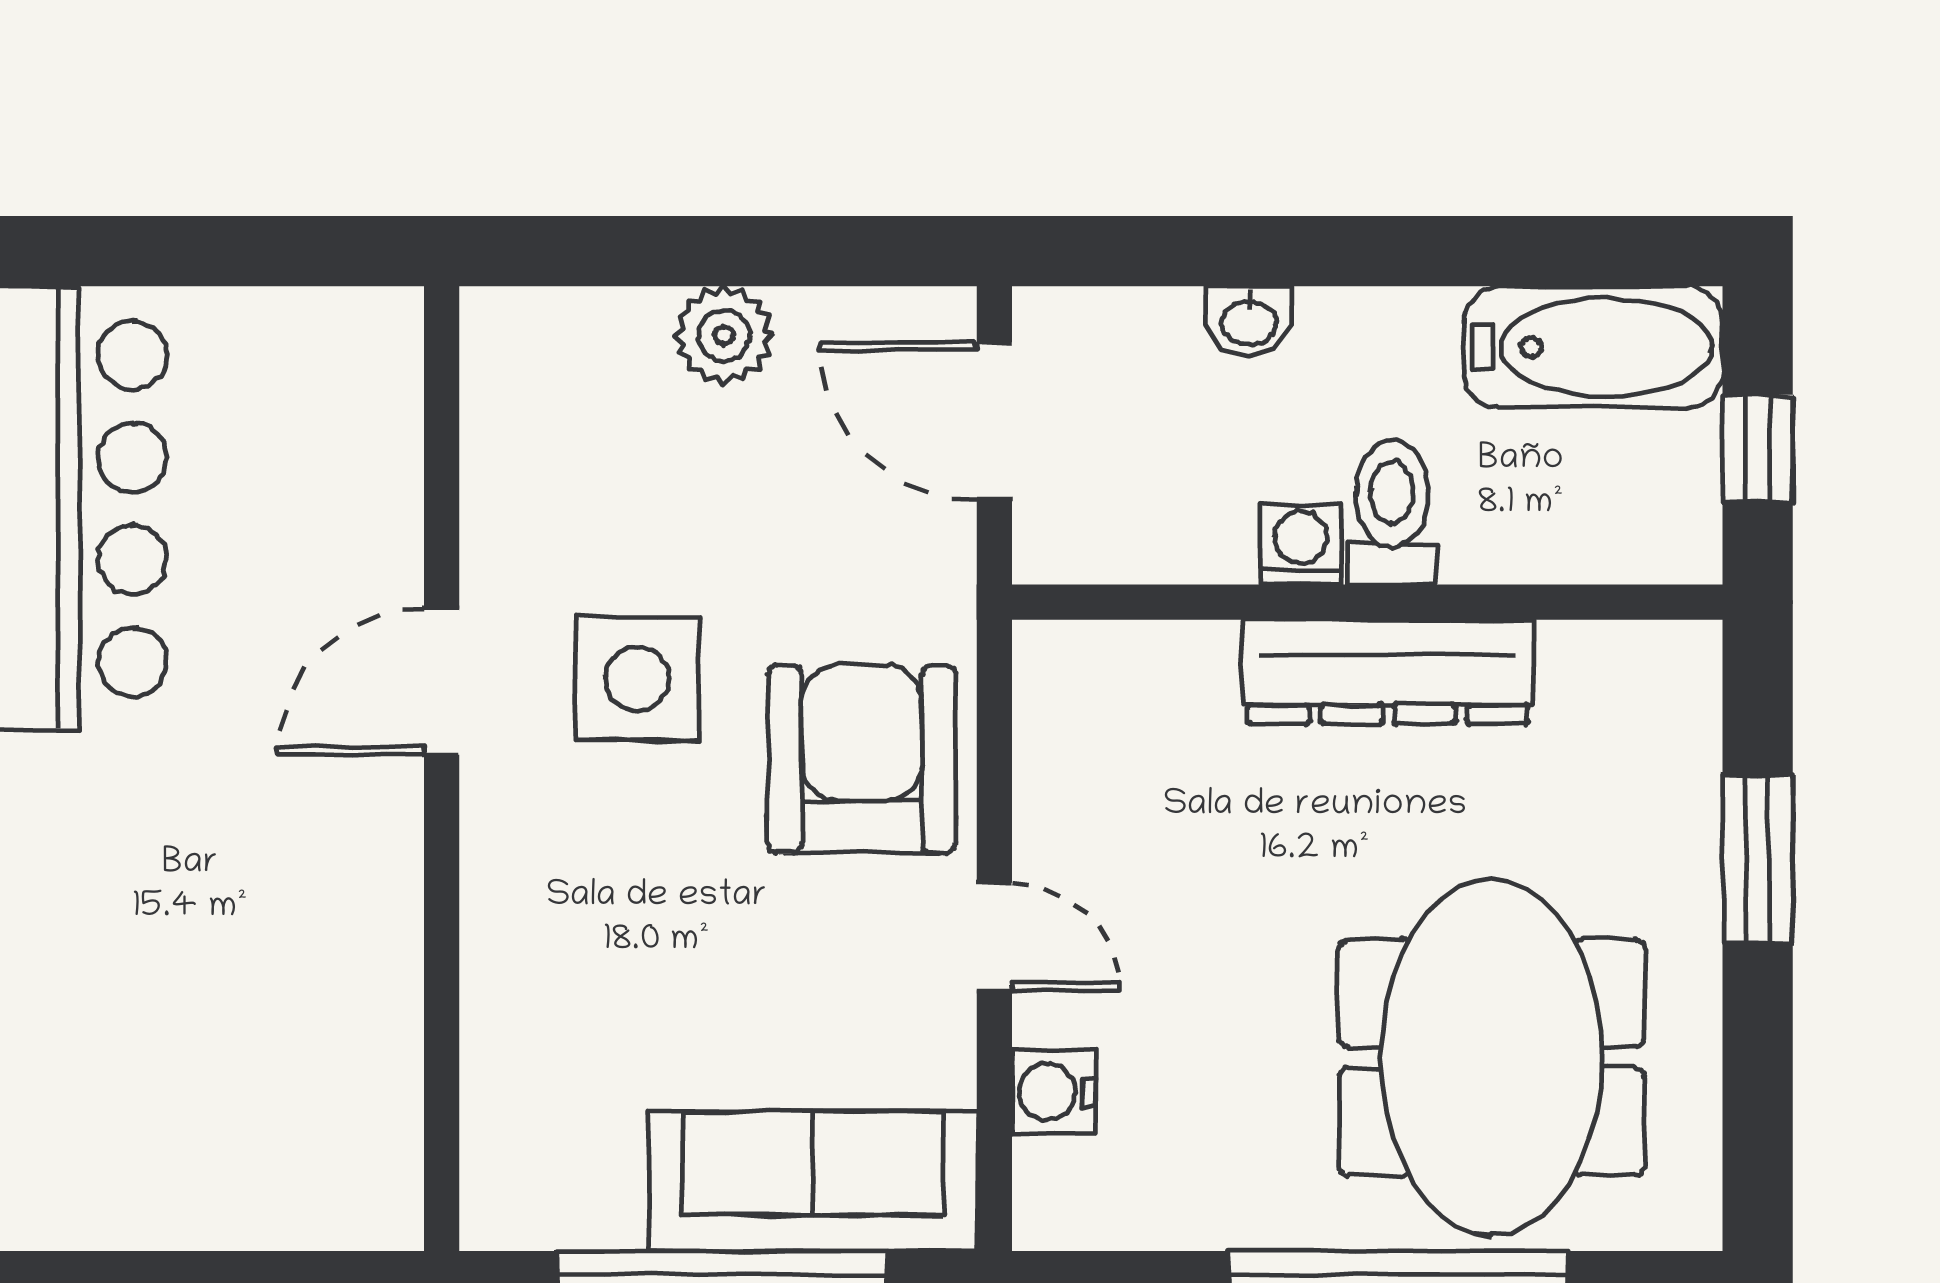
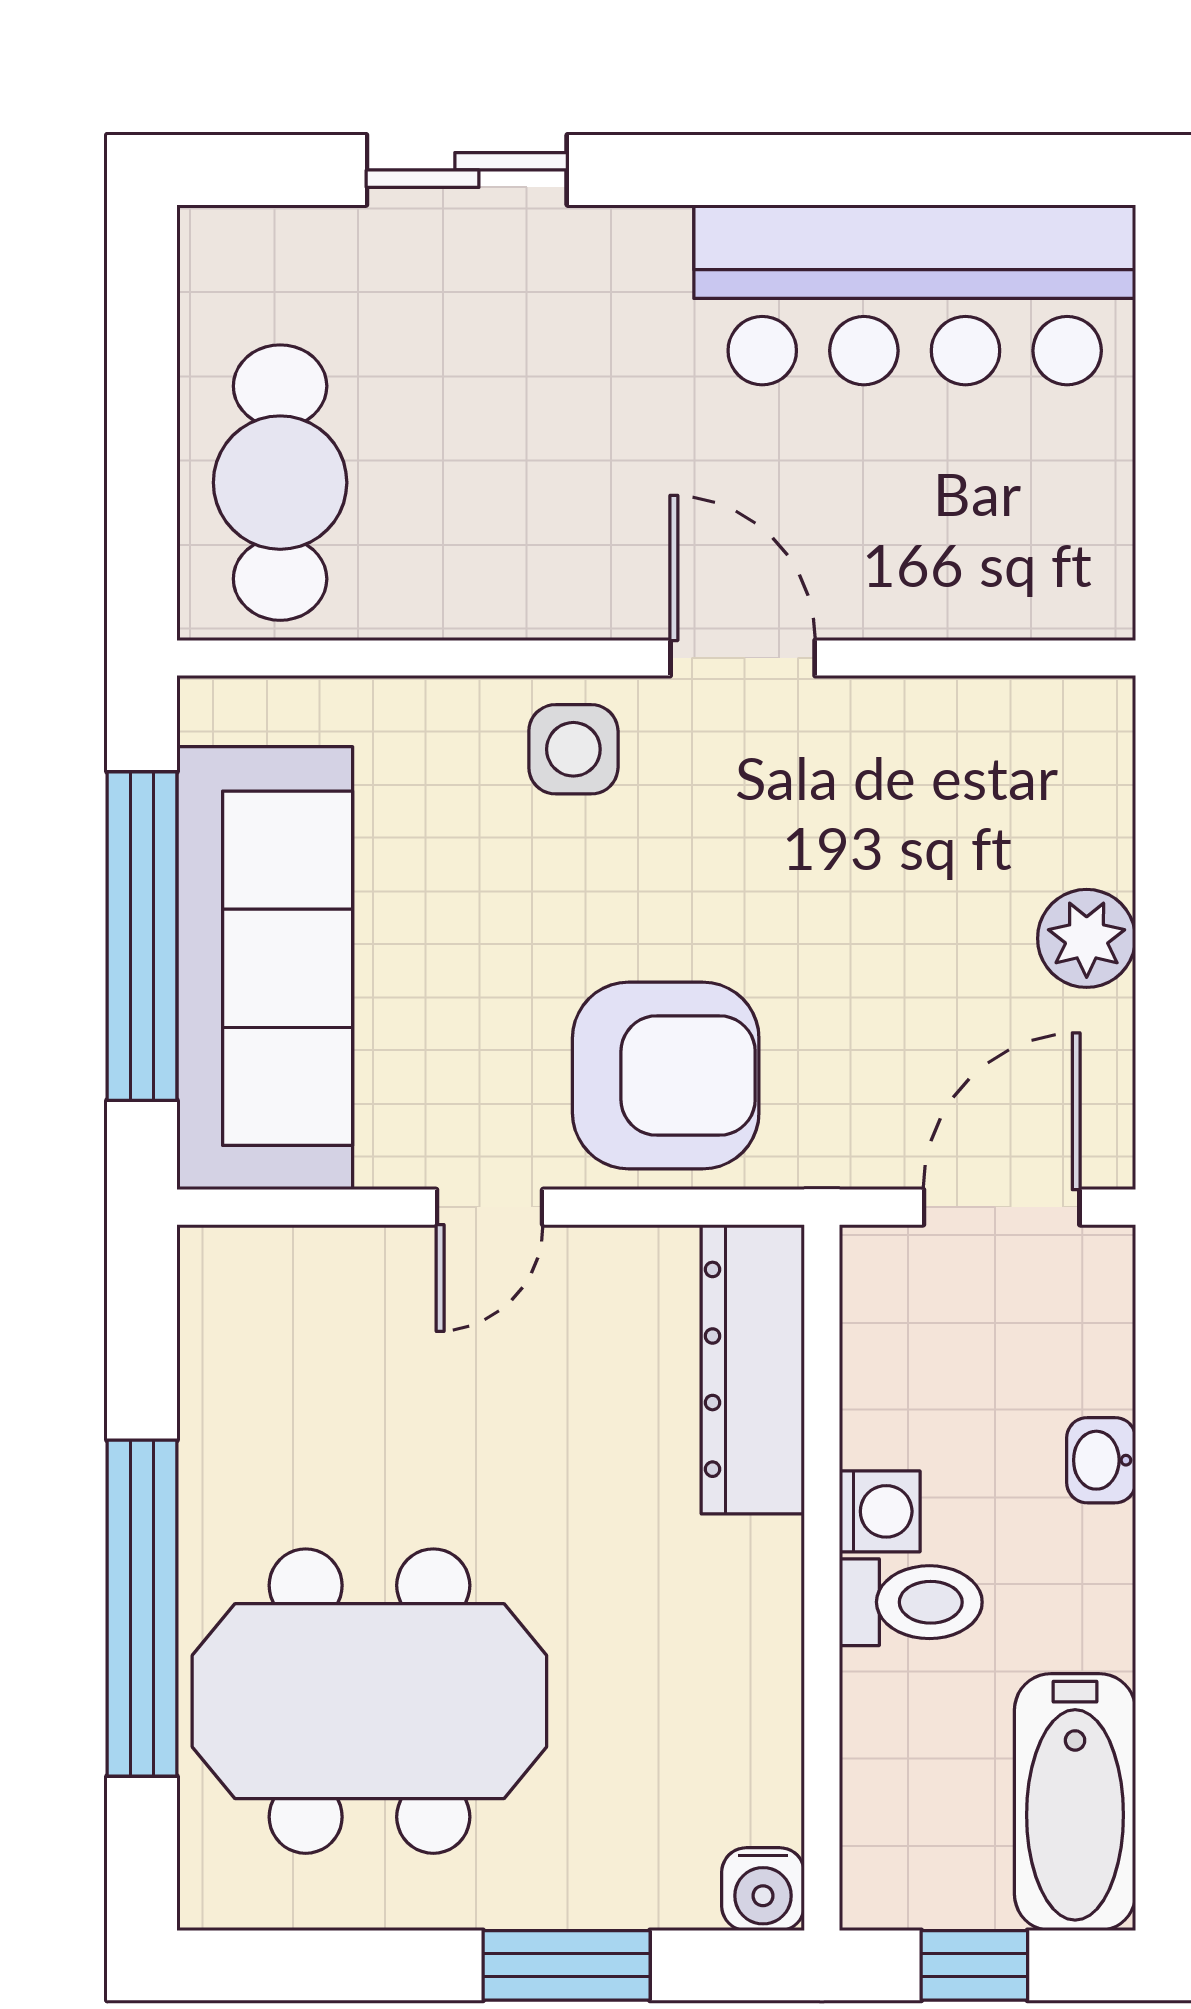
dresser: (1388, 672) -> (753, 1369), moved
side table: (637, 679) -> (573, 749), moved, width x0.73, depth x0.73
water cooler: (1054, 1092) -> (763, 1889), moved, turned 180
cafe table: (265, 1147) -> (280, 483), added
sofa: (813, 1182) -> (265, 968), width x1.36, depth x1.27

